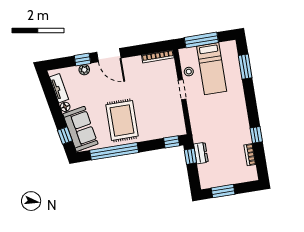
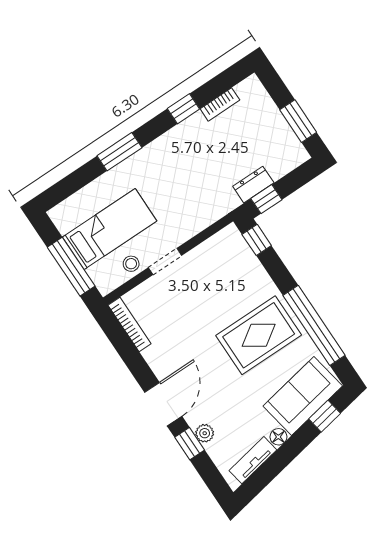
window: (245, 67) -> (119, 152), moved

